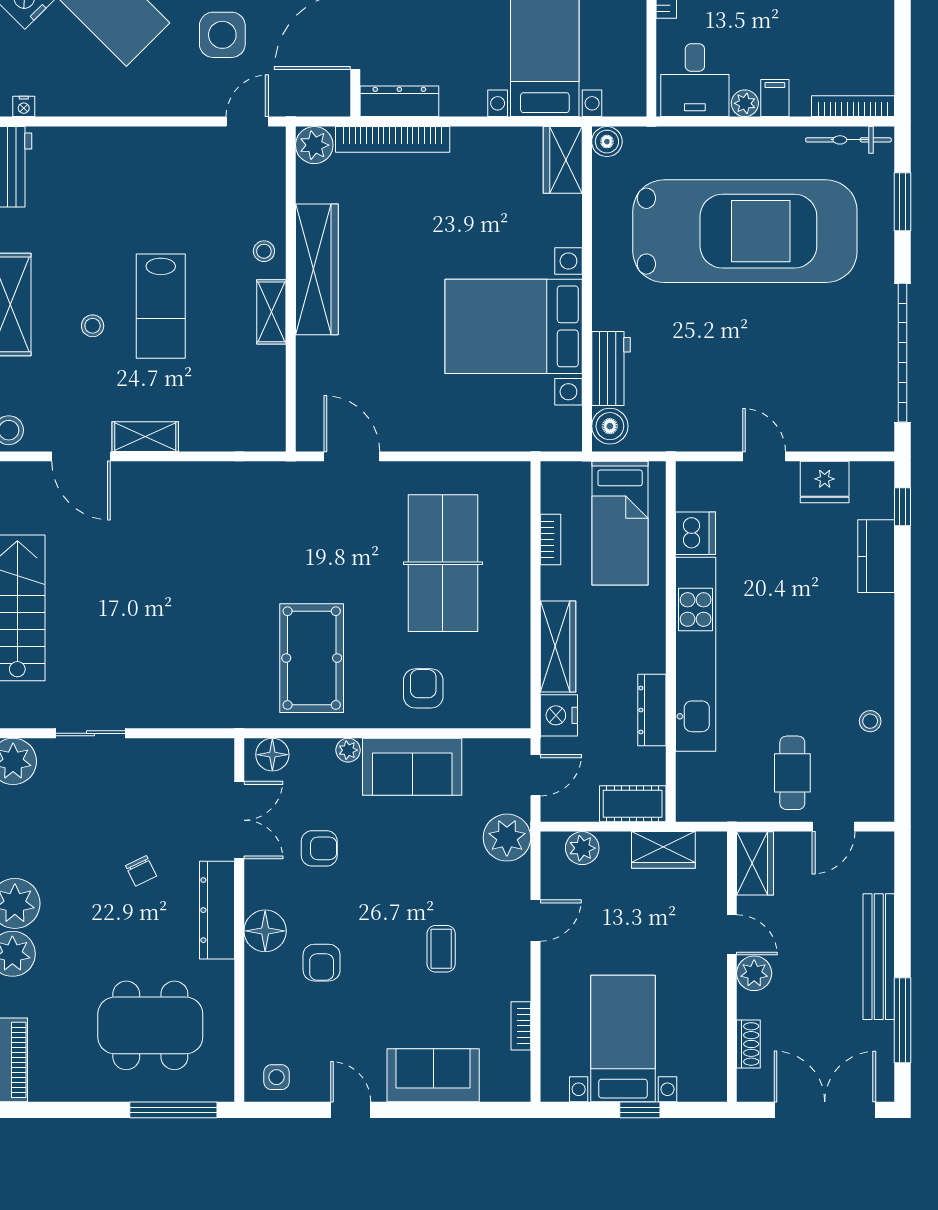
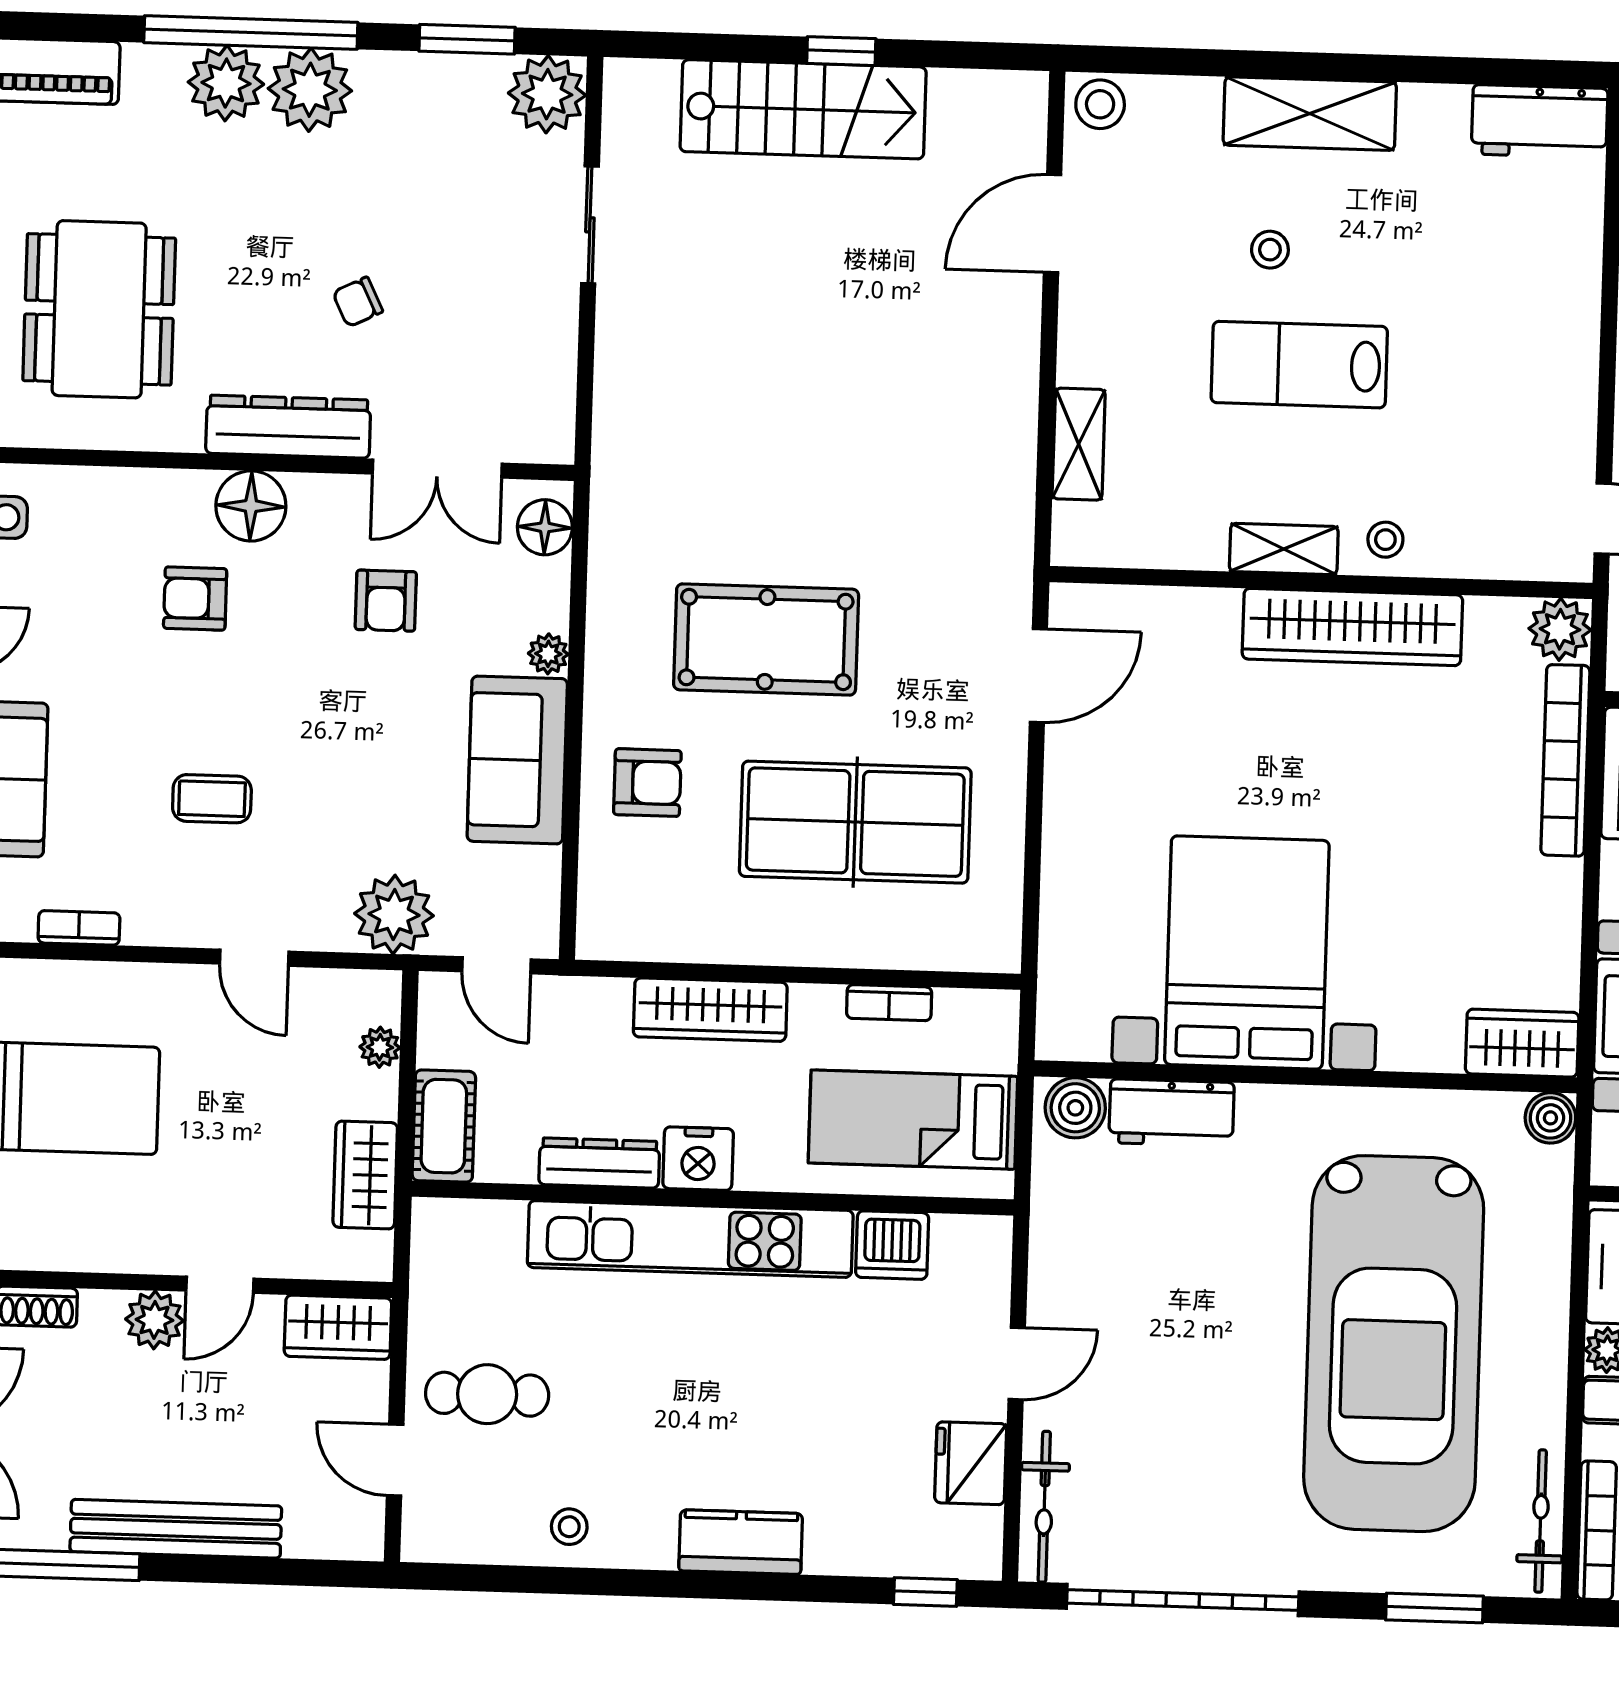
shelving: (145, 437) -> (1079, 444), moved
bicycle: (849, 437) -> (1044, 1507), added
kitchen counter: (876, 556) -> (741, 1542), moved
pool table: (312, 658) -> (766, 639), moved
nightstand: (559, 715) -> (698, 1159), moved, turned 180
plant: (582, 848) -> (380, 1047), width x0.73, depth x0.73

